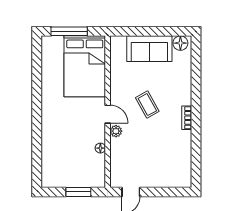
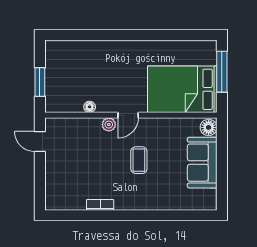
floor lamp: (180, 43) -> (209, 127), moved
coffee table: (147, 105) -> (139, 160), turned -61
bookcase: (187, 118) -> (100, 205), moved

